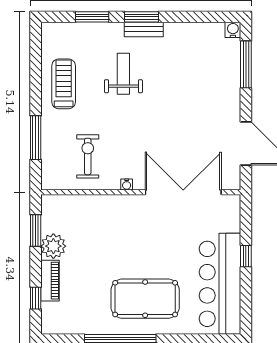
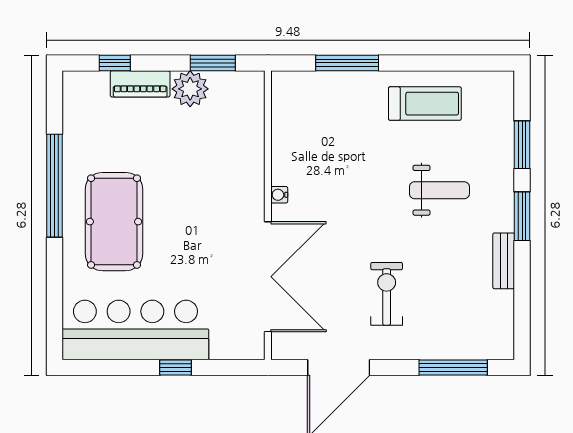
bench: (144, 29) -> (504, 261), moved
water cooler: (233, 30) -> (503, 349), removed
exercise bike: (88, 156) -> (387, 294), moved, turned -90

